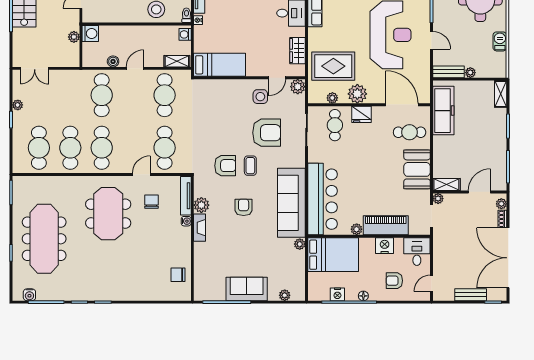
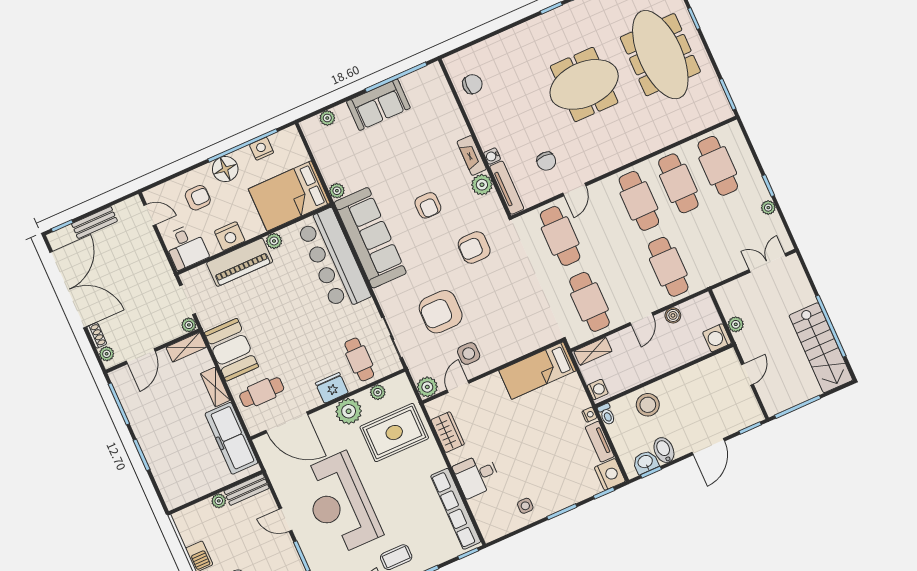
shelving: (501, 94) -> (215, 387), moved
coffee table: (250, 166) -> (443, 261), removed
meeting table: (108, 214) -> (584, 84), moved, turned 90
door: (432, 283) -> (150, 215), hinge flipped
floor lamp: (363, 296) -> (225, 169), width x1.89, depth x1.89

